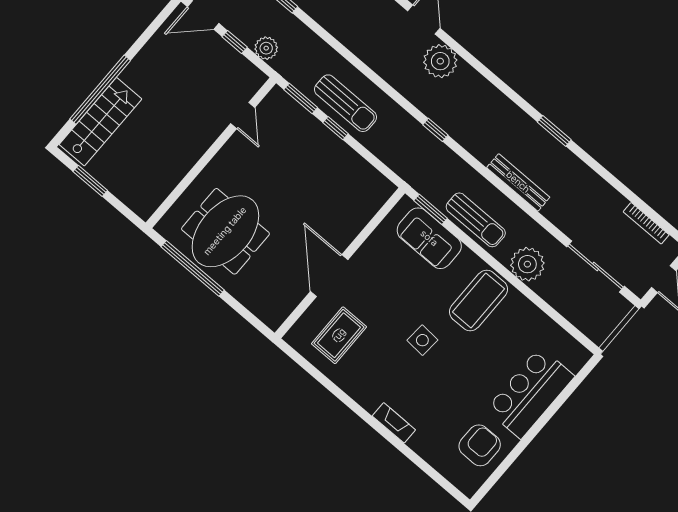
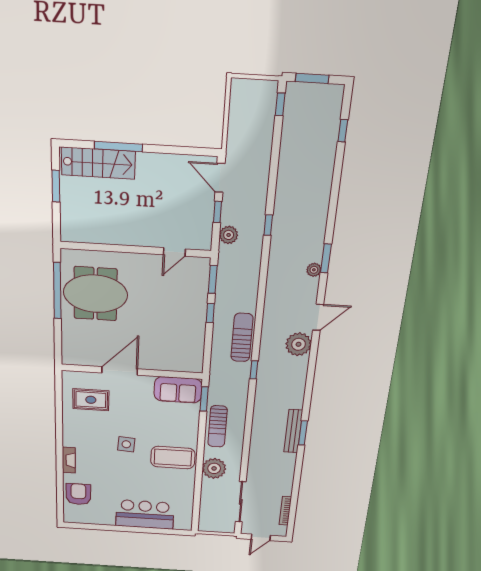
window: (100, 90) -> (118, 146), width x0.68
sun lounger: (346, 103) -> (242, 338), moved, turned 180
bench: (518, 182) -> (293, 431), moved
sofa: (429, 238) -> (178, 390), moved, turned -90
armchair: (480, 445) -> (78, 494), moved, turned -90

